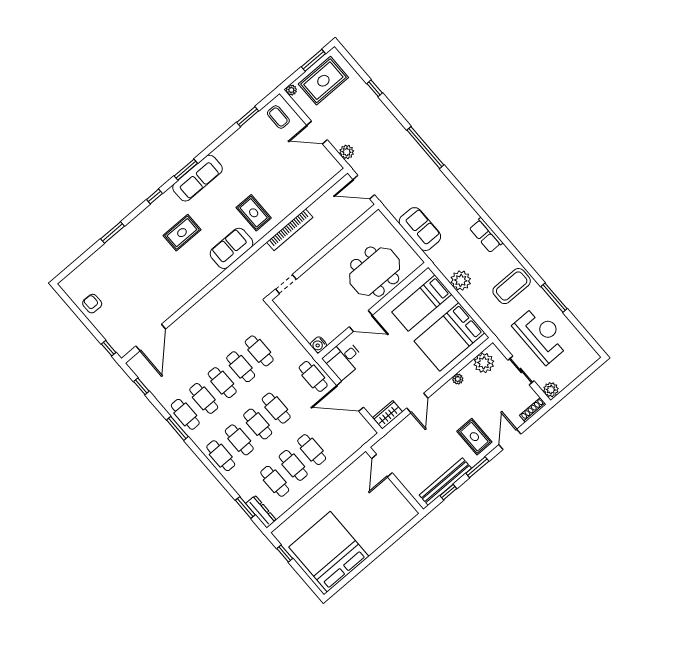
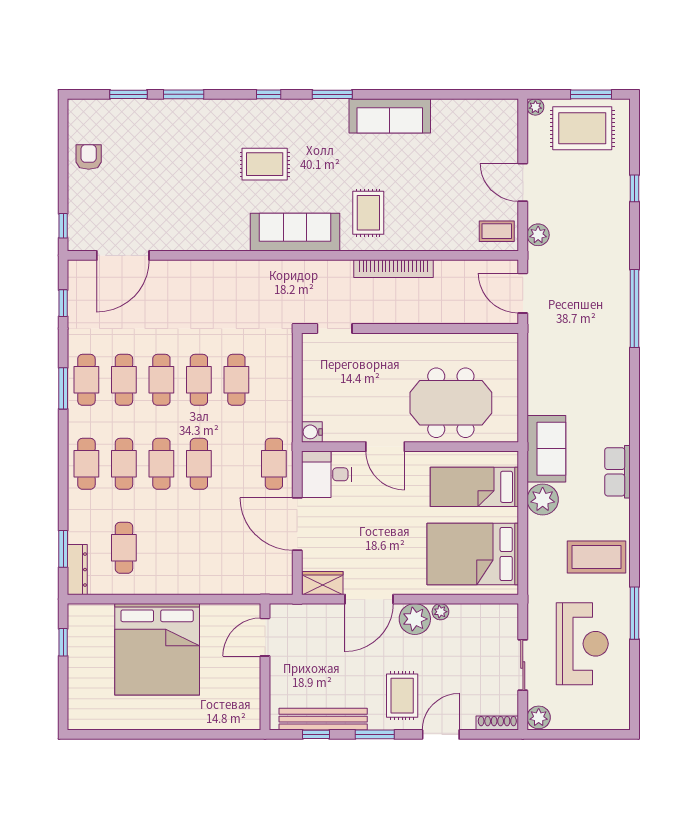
window: (248, 117) -> (129, 94), moved
coffee table: (278, 117) -> (497, 231), moved, turned 90
sofa: (197, 178) -> (390, 116), moved
sofa: (420, 229) -> (546, 449), moved
sofa: (232, 248) -> (295, 232), width x1.36
plant: (484, 363) -> (415, 619), moved
door: (417, 403) -> (369, 599), width x1.36
cafe table: (312, 450) -> (199, 548), removed
cafe table: (293, 465) -> (161, 548), removed
bed: (329, 552) -> (157, 649), moved, turned 180

